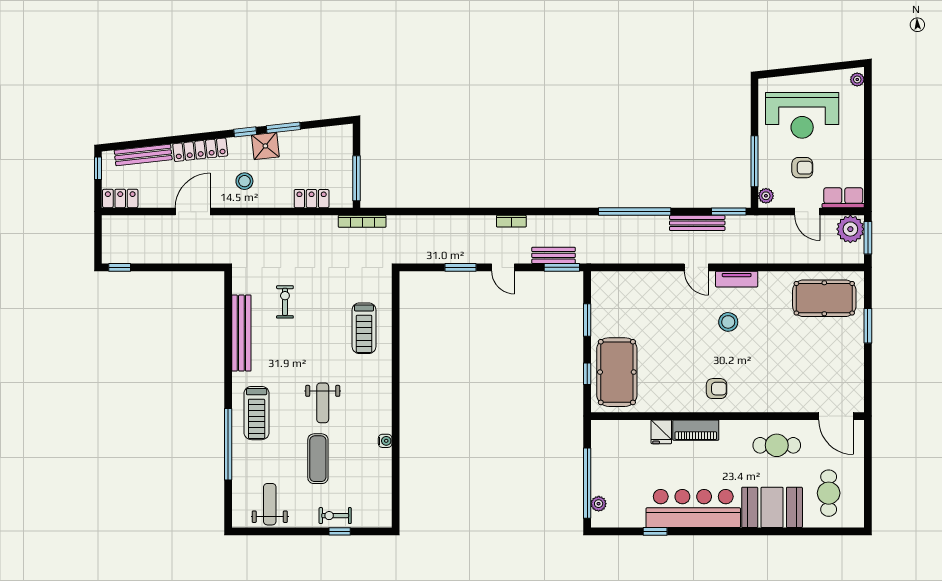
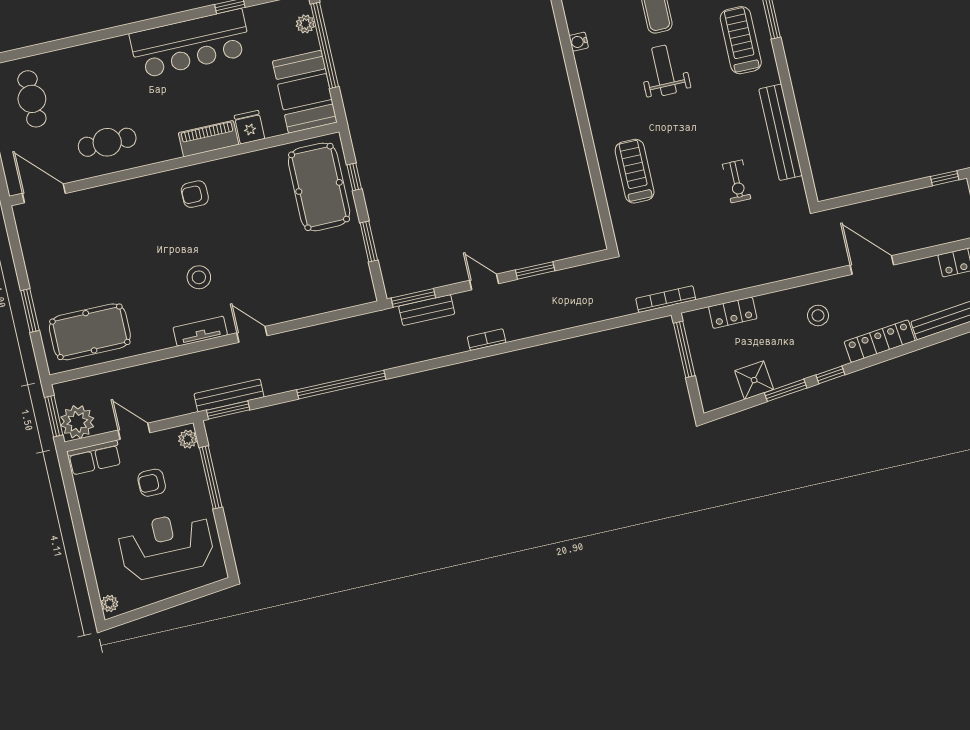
shower: (265, 146) -> (754, 380), moved
door: (193, 212) -> (872, 265), swing flipped
bench: (697, 223) -> (229, 395), moved
booth: (772, 507) -> (305, 92), moved, turned 90

